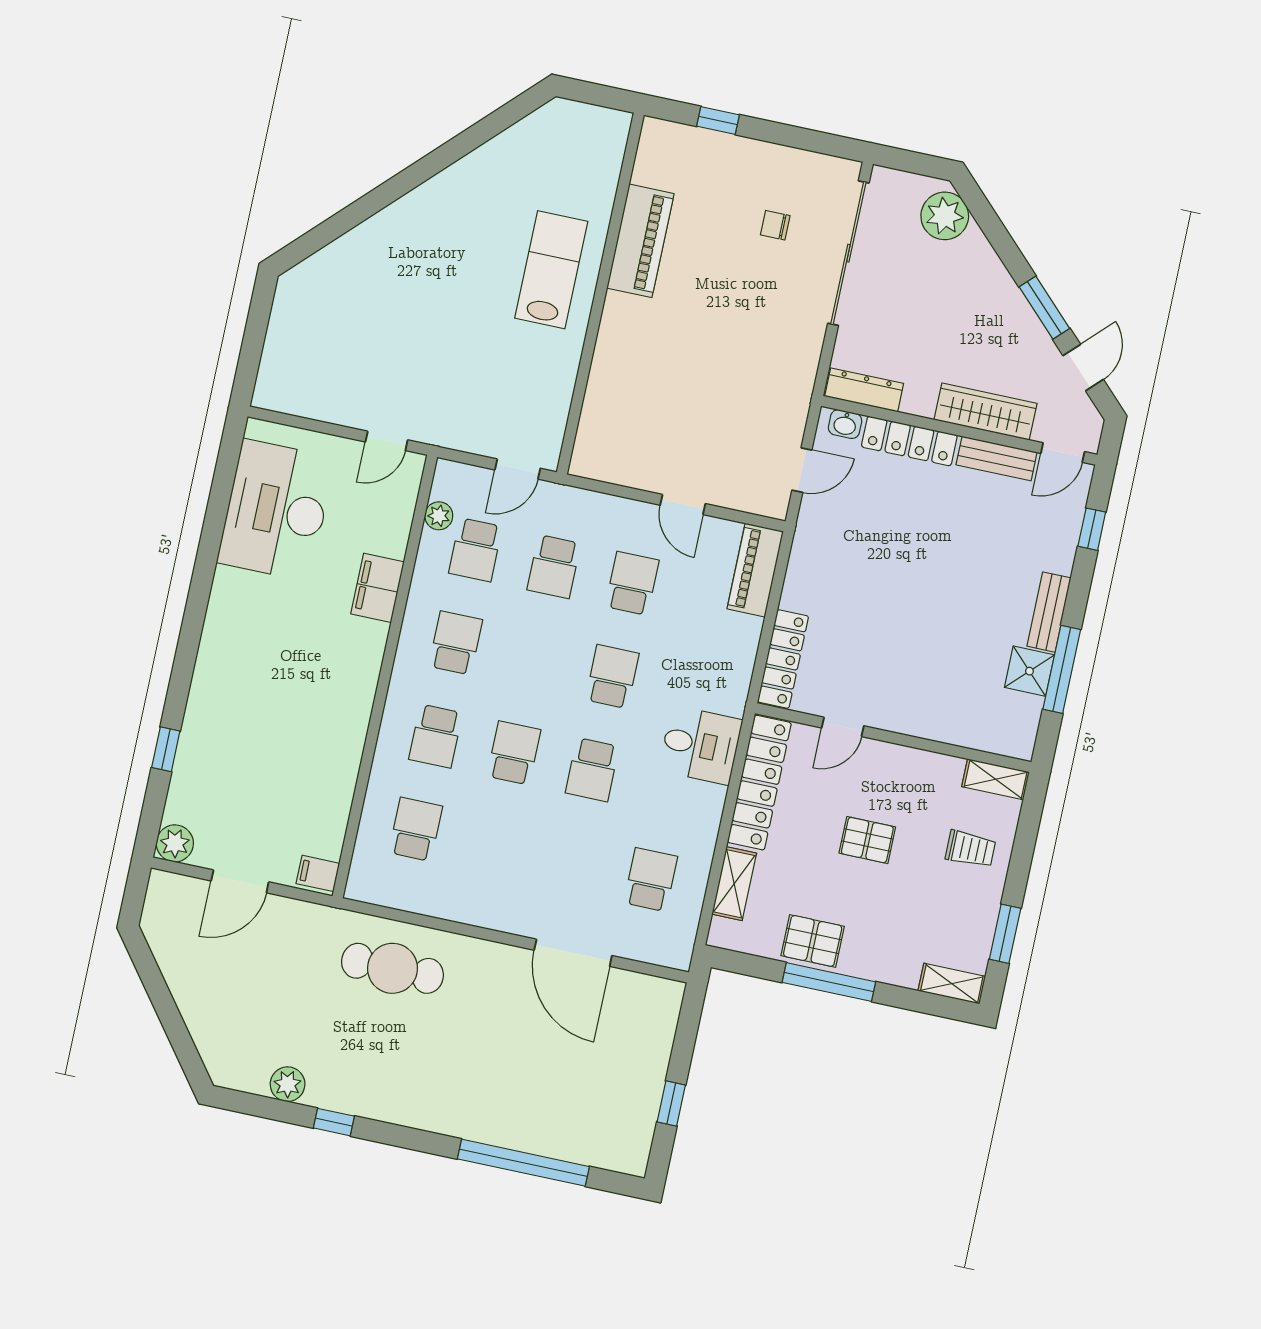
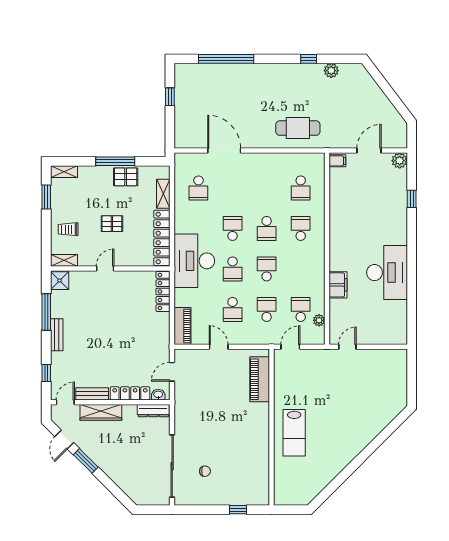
plant: (945, 216) -> (135, 490), removed
piano: (640, 241) -> (260, 379), moved
desk: (276, 510) -> (387, 273), moved
school desk: (456, 643) -> (267, 269), moved, turned 180
shower: (1029, 671) -> (60, 281), moved
door: (843, 727) -> (105, 269), moved
desk: (701, 745) -> (194, 261), width x1.87, depth x1.30

